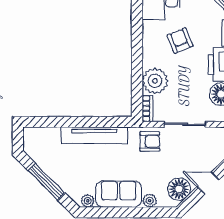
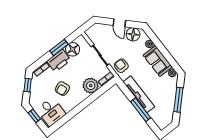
window: (72, 122) -> (141, 110), added

